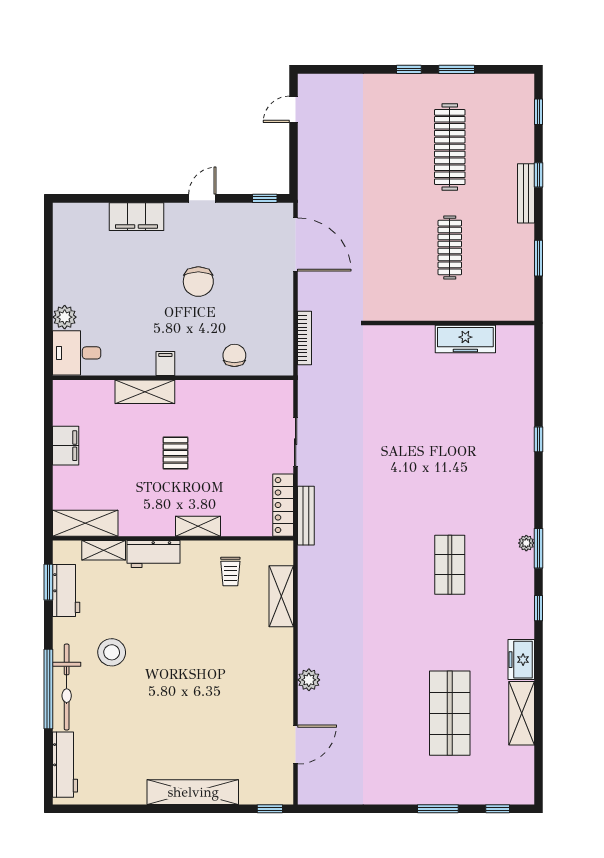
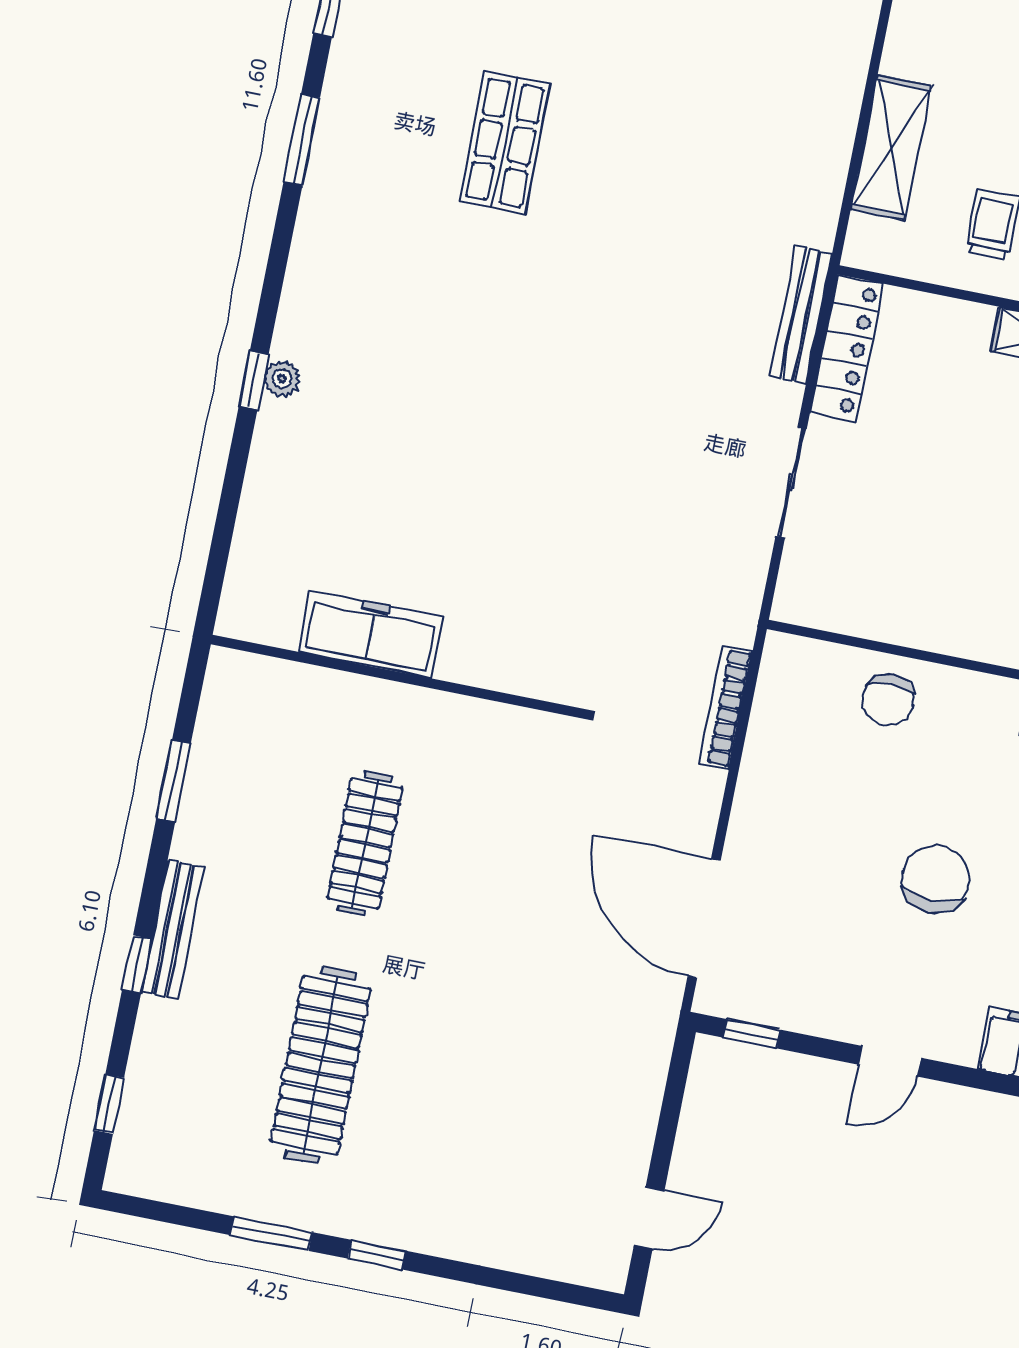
plant: (526, 543) -> (282, 379), moved

